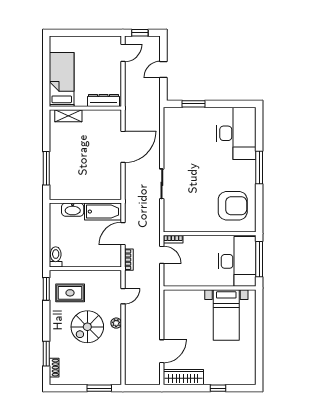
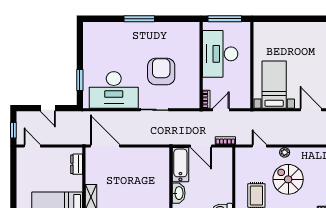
dresser: (103, 100) -> (77, 164), width x0.70
desk: (236, 133) -> (114, 90), moved, turned 180
door: (123, 147) -> (105, 146), moved
armchair: (233, 206) -> (161, 71), moved
desk: (237, 261) -> (220, 54), moved, turned -90
bed with nightstands: (226, 315) -> (274, 85), moved, turned -90
spiral stairs: (87, 327) -> (288, 179), turned 180

